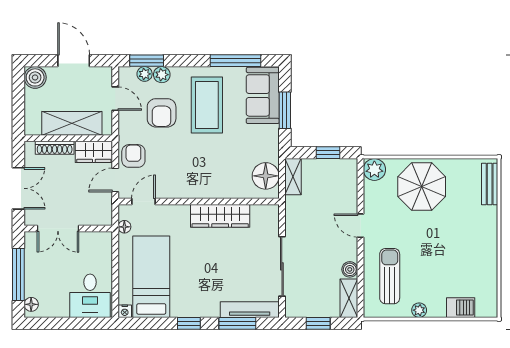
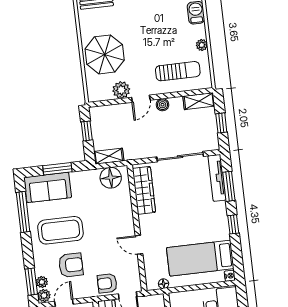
plant: (162, 75) -> (44, 295), moved
plant: (374, 169) -> (121, 90), moved
door: (144, 202) -> (139, 245), moved
wardrobe: (220, 216) -> (144, 190), moved
boiler: (350, 269) -> (162, 105), moved
sun lounger: (390, 276) -> (178, 71), turned 180

